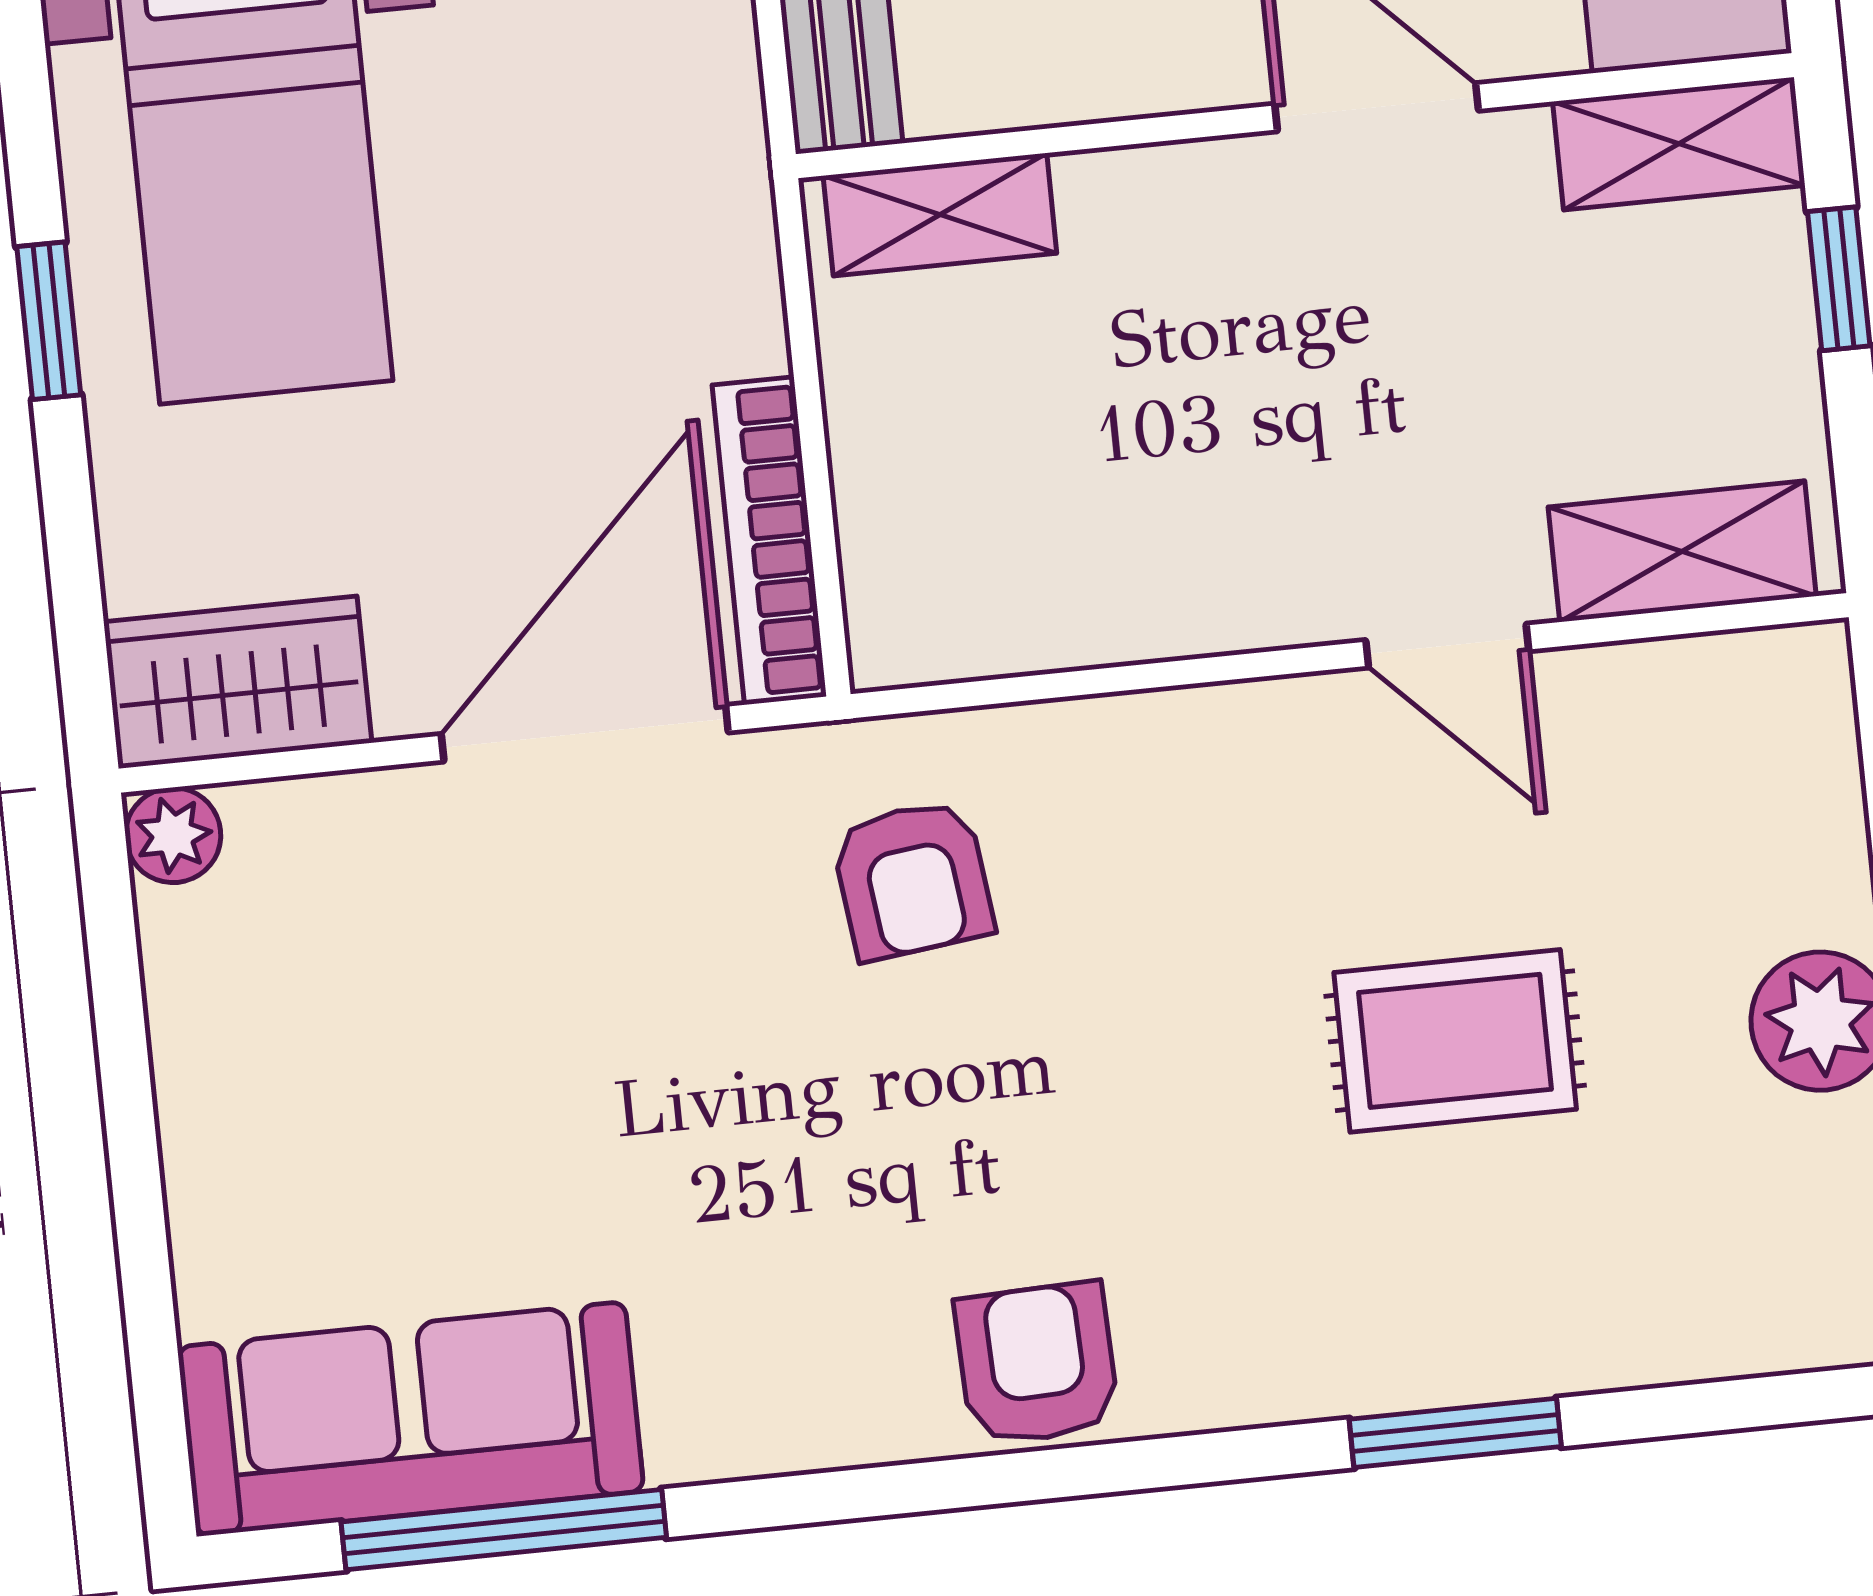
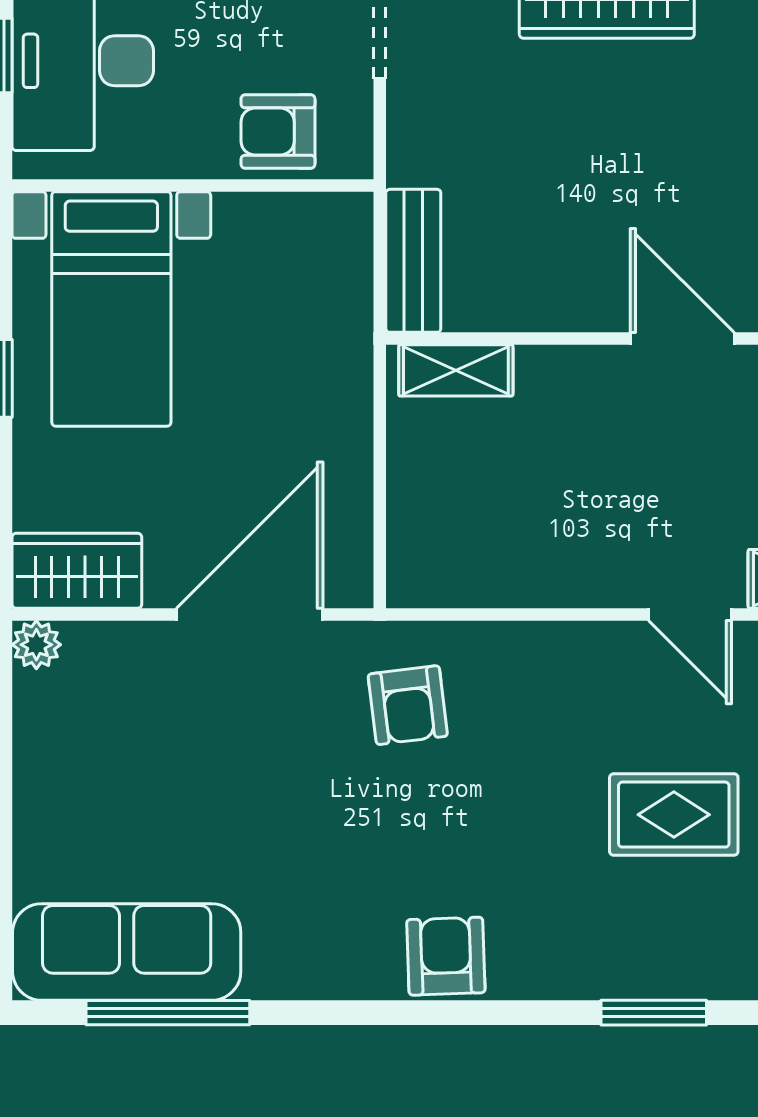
bookcase: (769, 541) -> (353, 527), removed

